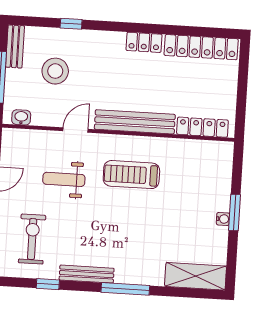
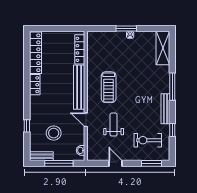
weight bench: (64, 179) -> (114, 125), turned 180

